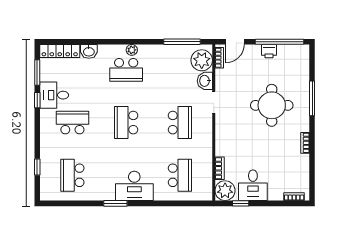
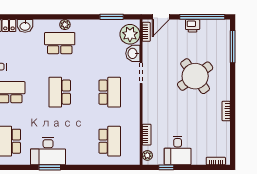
window: (182, 42) -> (112, 17), width x0.69
school desk: (126, 70) -> (60, 43), turned 180
window: (312, 98) -> (233, 47), moved
round table: (272, 105) -> (195, 76), turned -36
desk: (134, 186) -> (48, 151), moved
plant: (225, 191) -> (147, 155), width x0.53, depth x0.53

